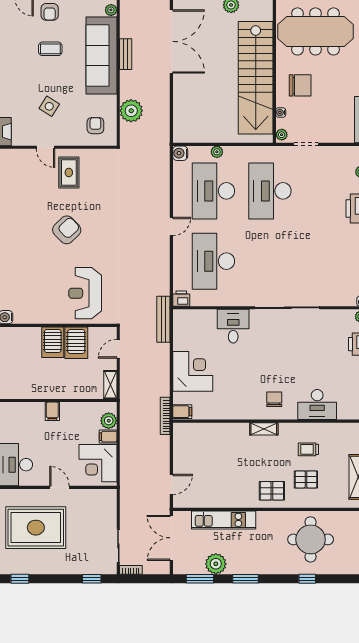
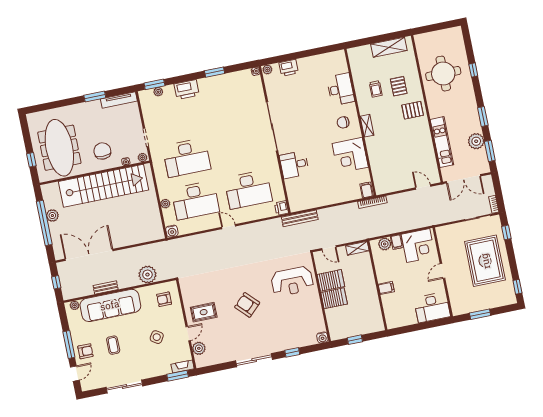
plant: (24, 157) -> (199, 348), added
corner desk: (193, 371) -> (350, 155), moved, turned -90
pallet: (272, 491) -> (413, 110), turned 90
rug: (36, 528) -> (485, 261), moved

